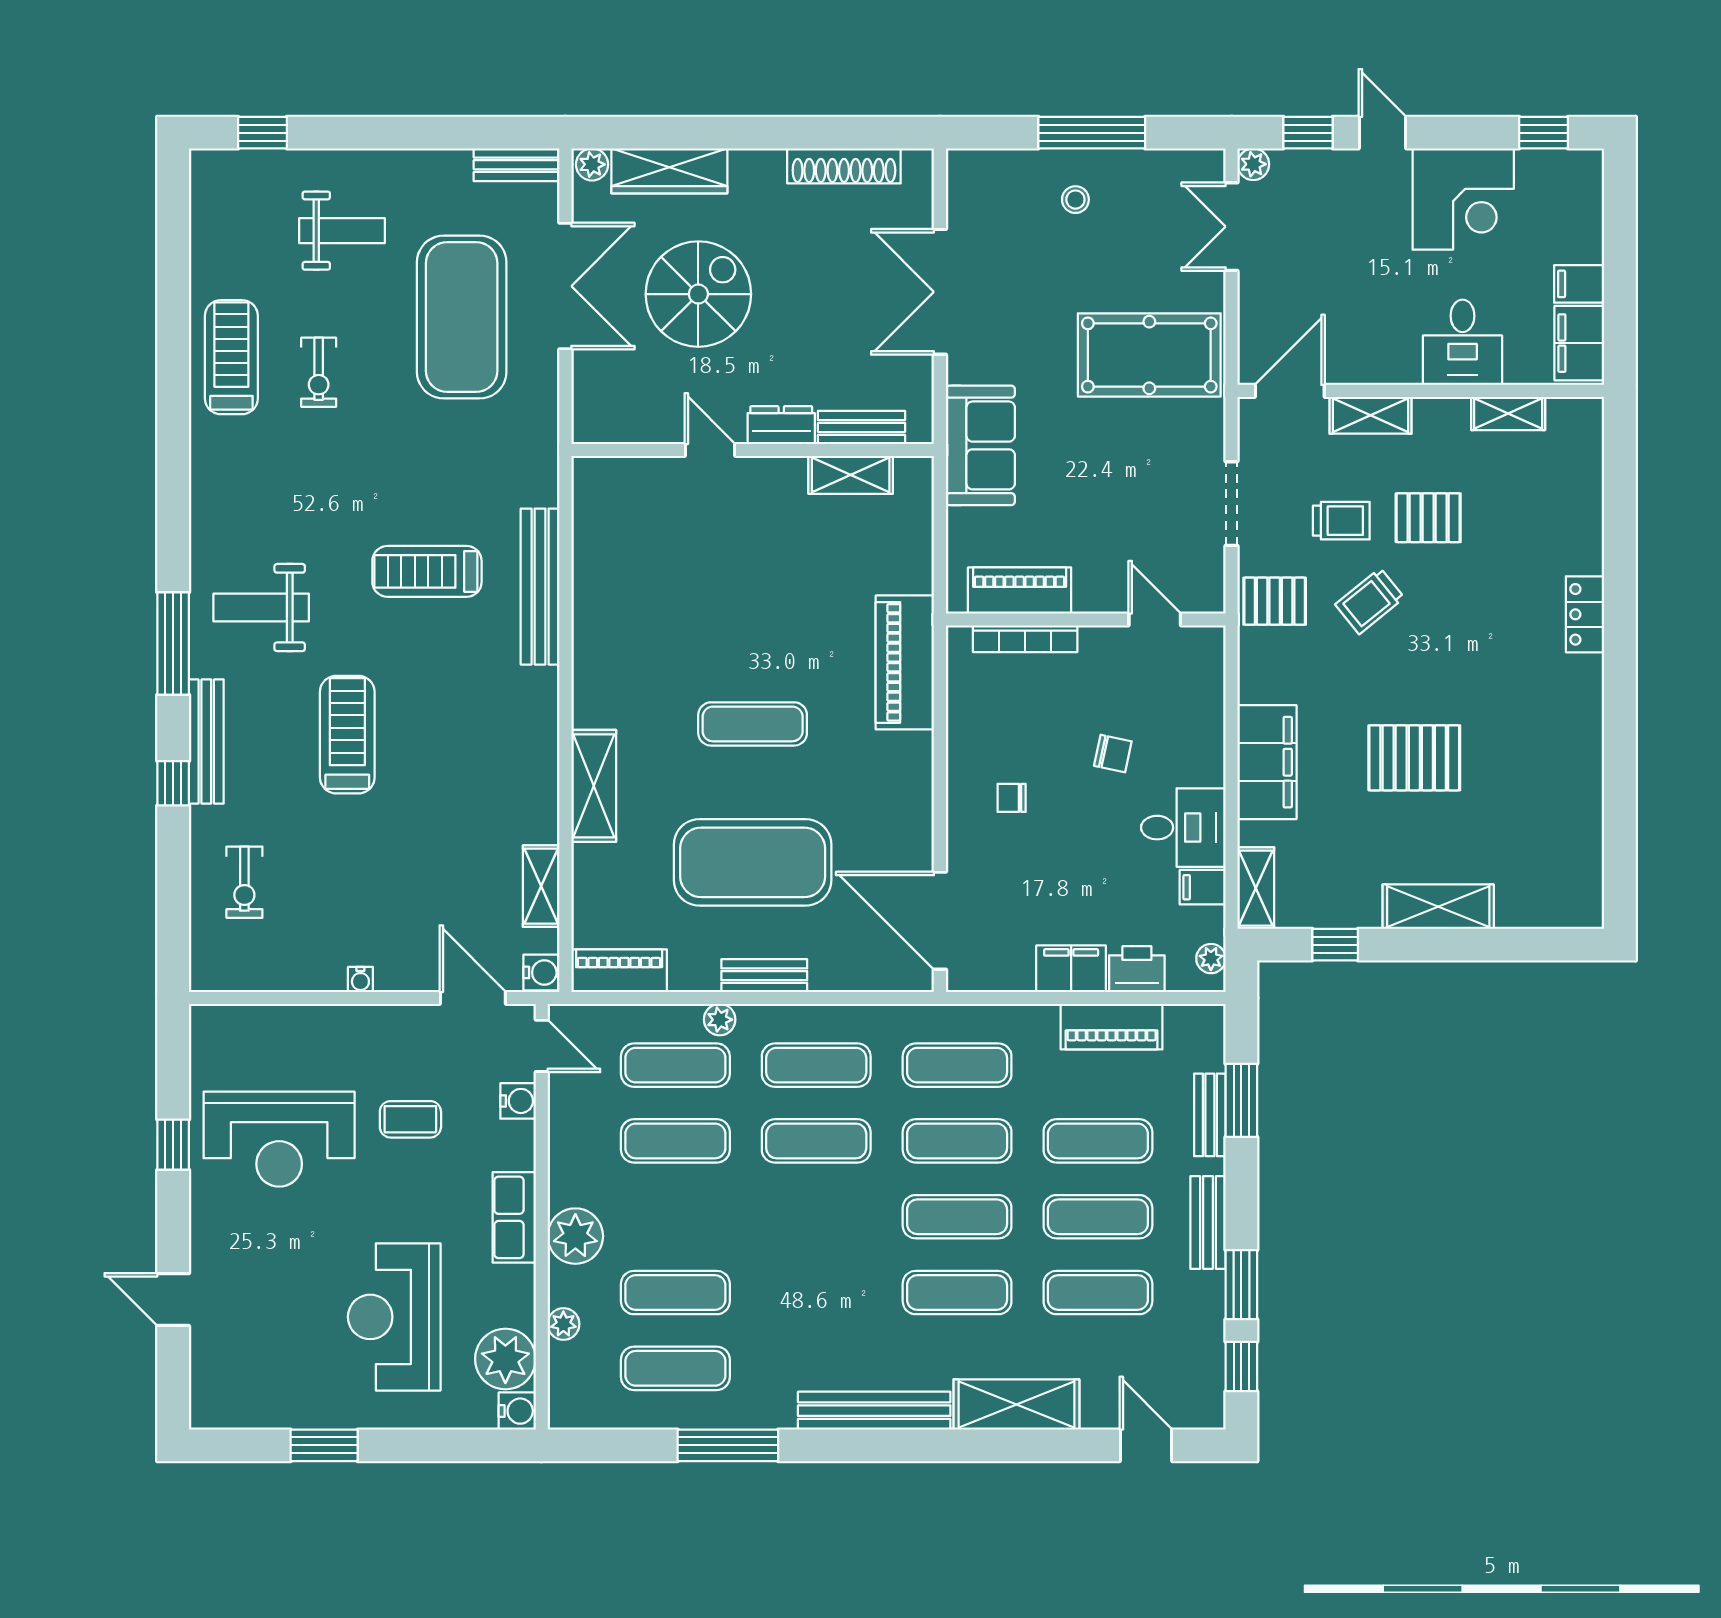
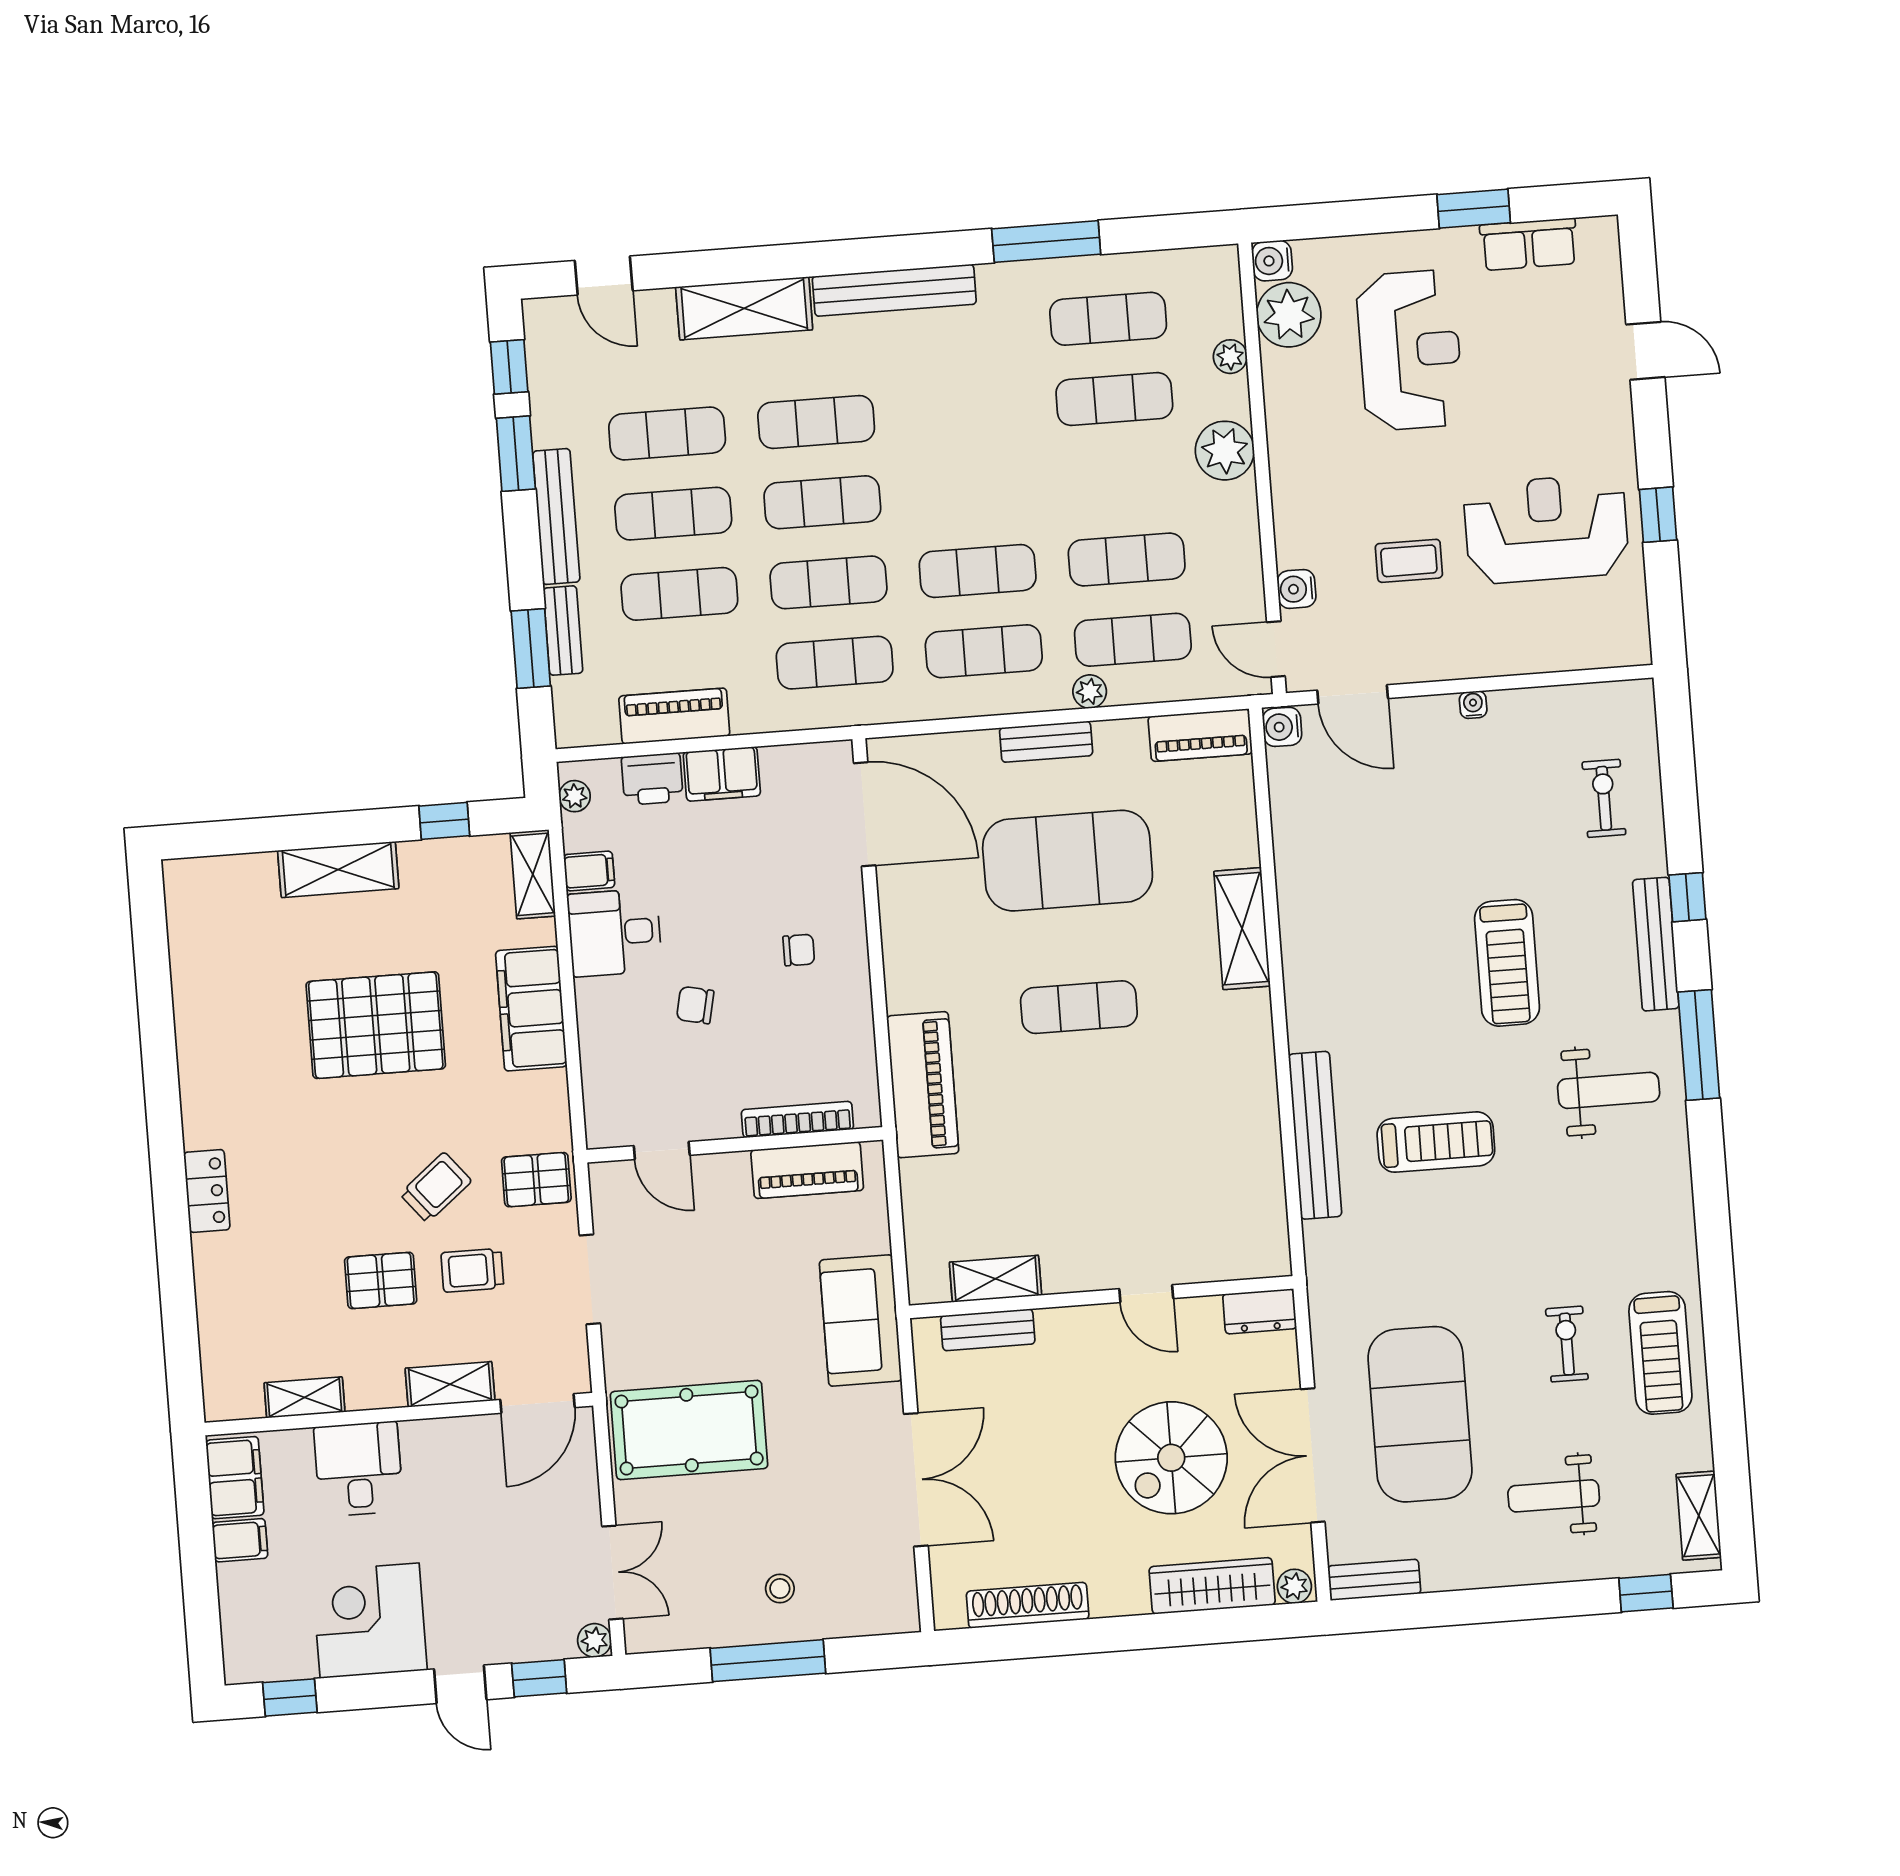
dresser: (781, 425) -> (1260, 1311), moved
pallet: (1414, 758) -> (376, 1025), width x1.37, depth x1.41
shelving: (541, 886) -> (1699, 1516), moved
row of seats: (514, 1217) -> (1529, 244), moved, turned 90
bench: (1208, 1222) -> (556, 517), width x1.36

